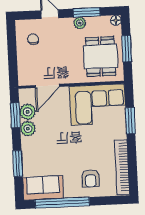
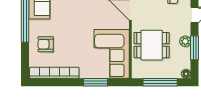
window: (127, 49) -> (160, 82), width x1.44
dining table: (100, 56) -> (152, 45), moved

